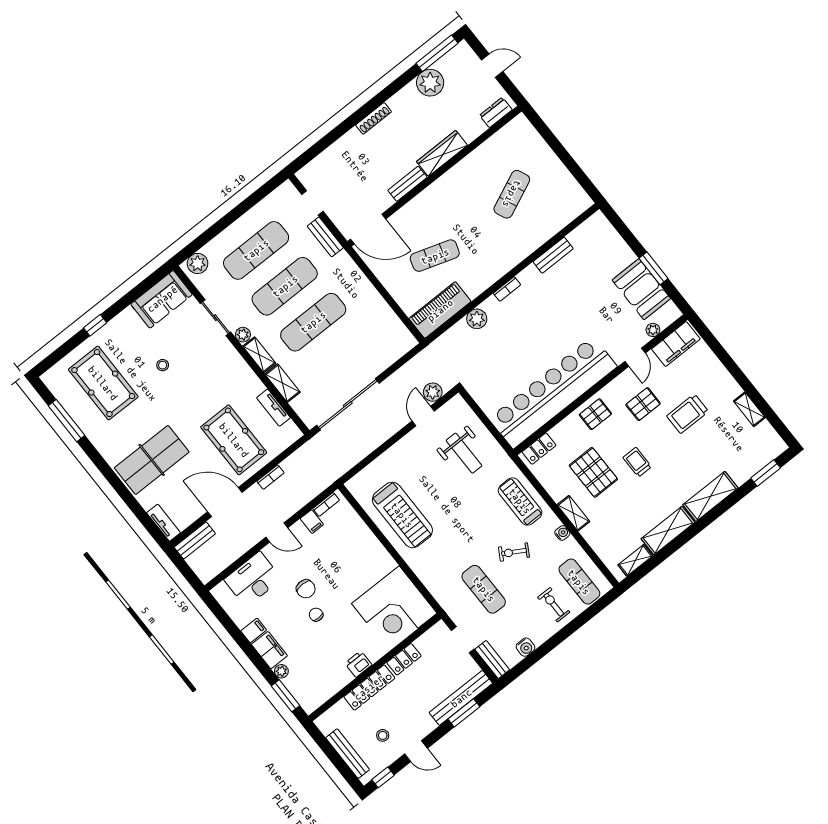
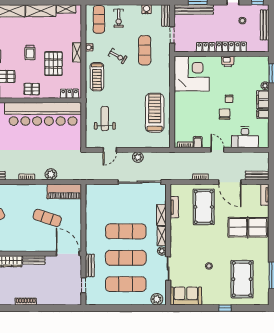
plant: (433, 392) -> (138, 157), moved

